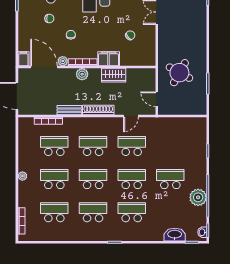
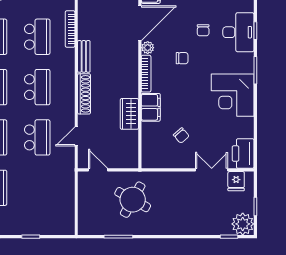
plant: (82, 74) -> (131, 73), removed
door: (157, 99) -> (98, 170), hinge flipped
door: (131, 116) -> (76, 136), hinge flipped

